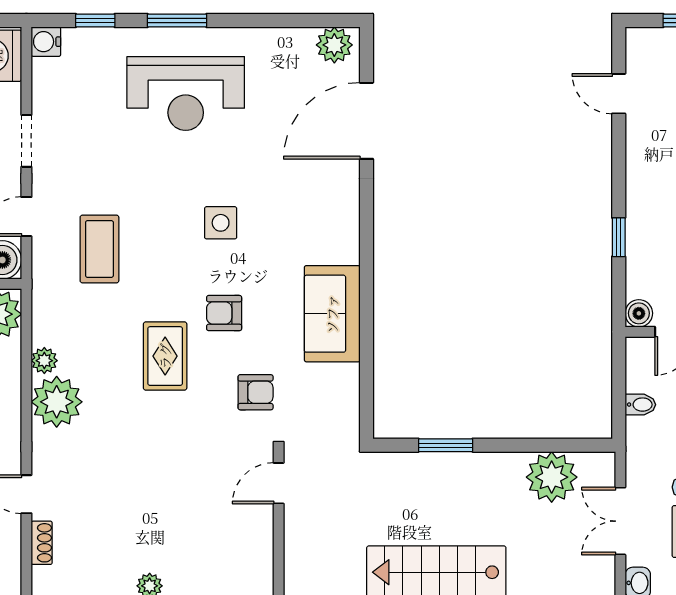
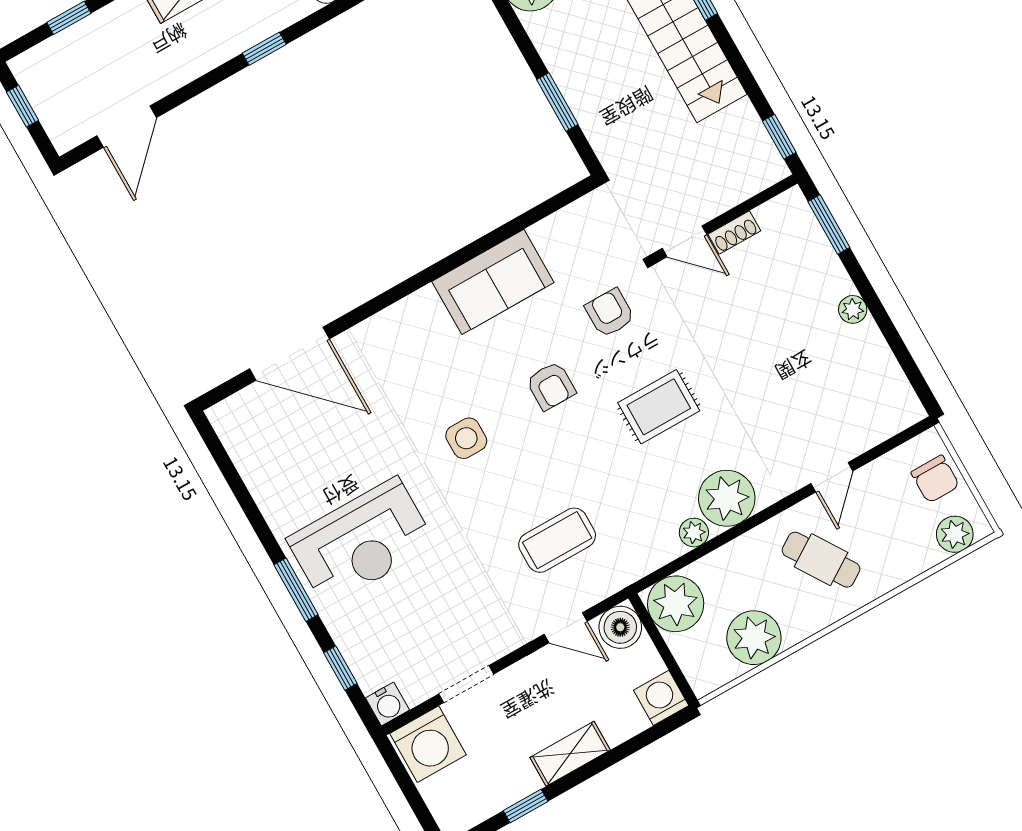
plant: (334, 45) -> (234, 426), removed
reception desk: (186, 93) -> (361, 542), turned 90
door: (619, 94) -> (127, 127), width x1.38
doorway: (26, 141) -> (466, 684), moved
rug: (165, 356) -> (659, 407), moved
shoe rack: (42, 543) -> (734, 233), moved, turned 180

